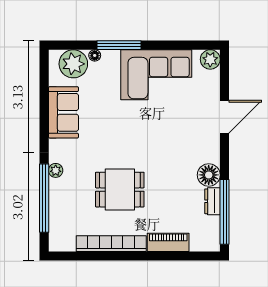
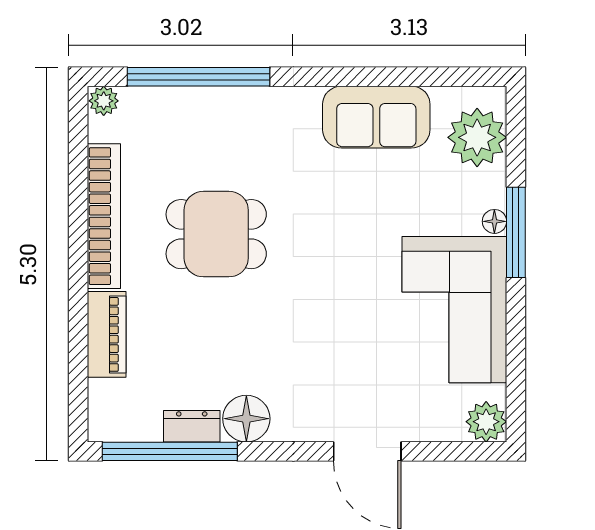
floor lamp: (95, 55) -> (494, 221), moved
plant: (56, 170) -> (104, 101), moved
dining table: (120, 190) -> (216, 234), turned 90

